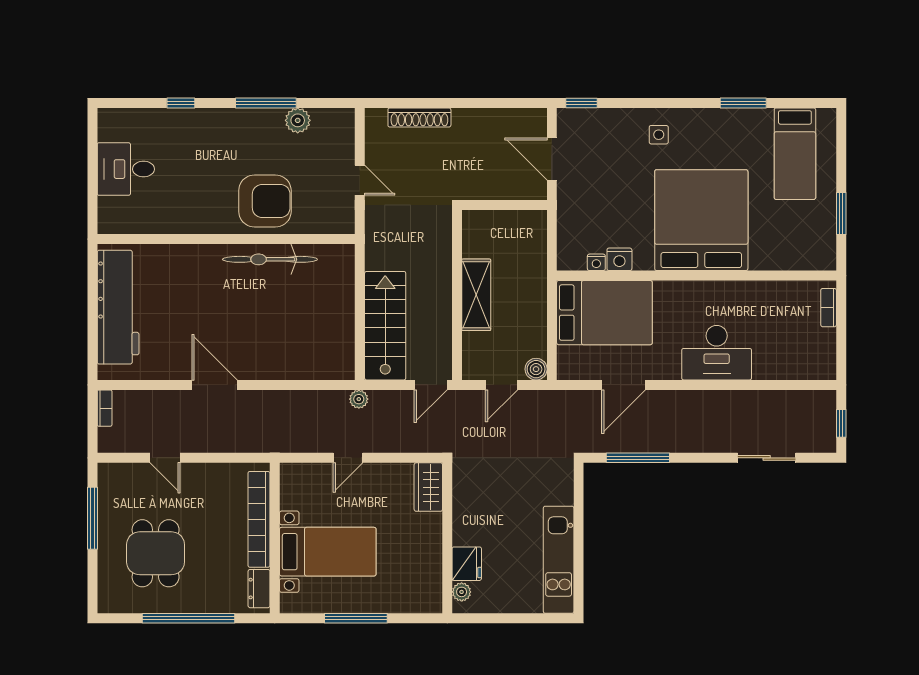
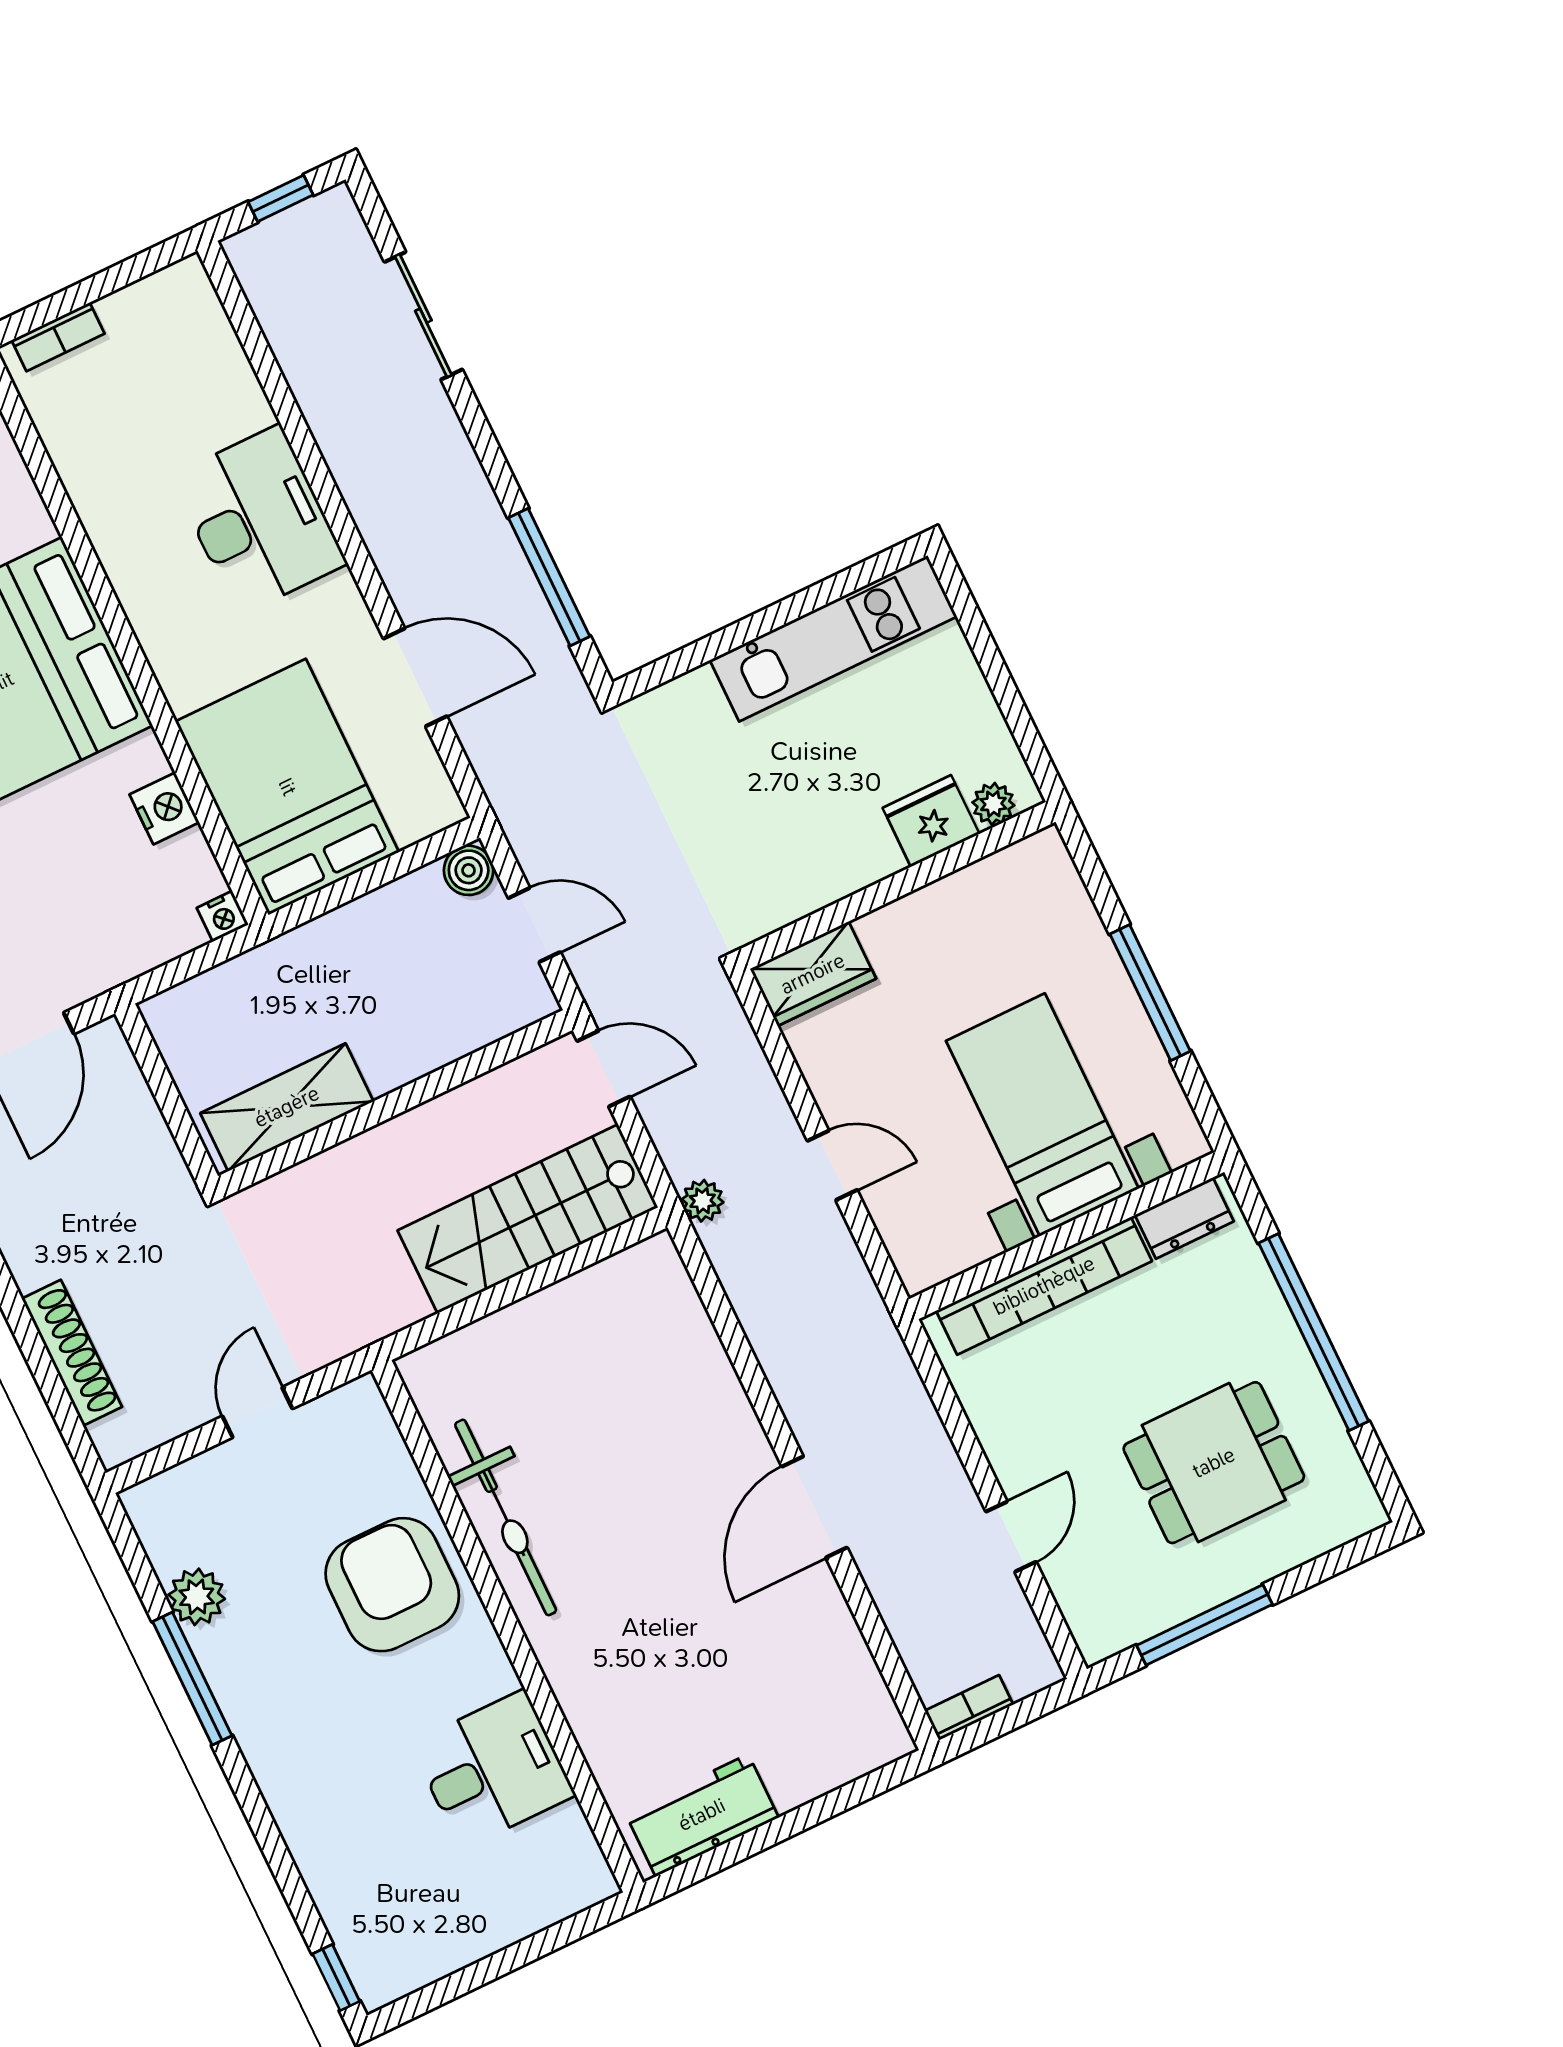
window: (181, 103) -> (336, 1978), moved
desk: (126, 169) -> (493, 1769), moved, turned -90
nightstand: (596, 262) -> (223, 916), moved, turned 90
shelving: (476, 295) -> (287, 1107), moved
workbench: (118, 307) -> (702, 1815), width x0.53, depth x0.76

